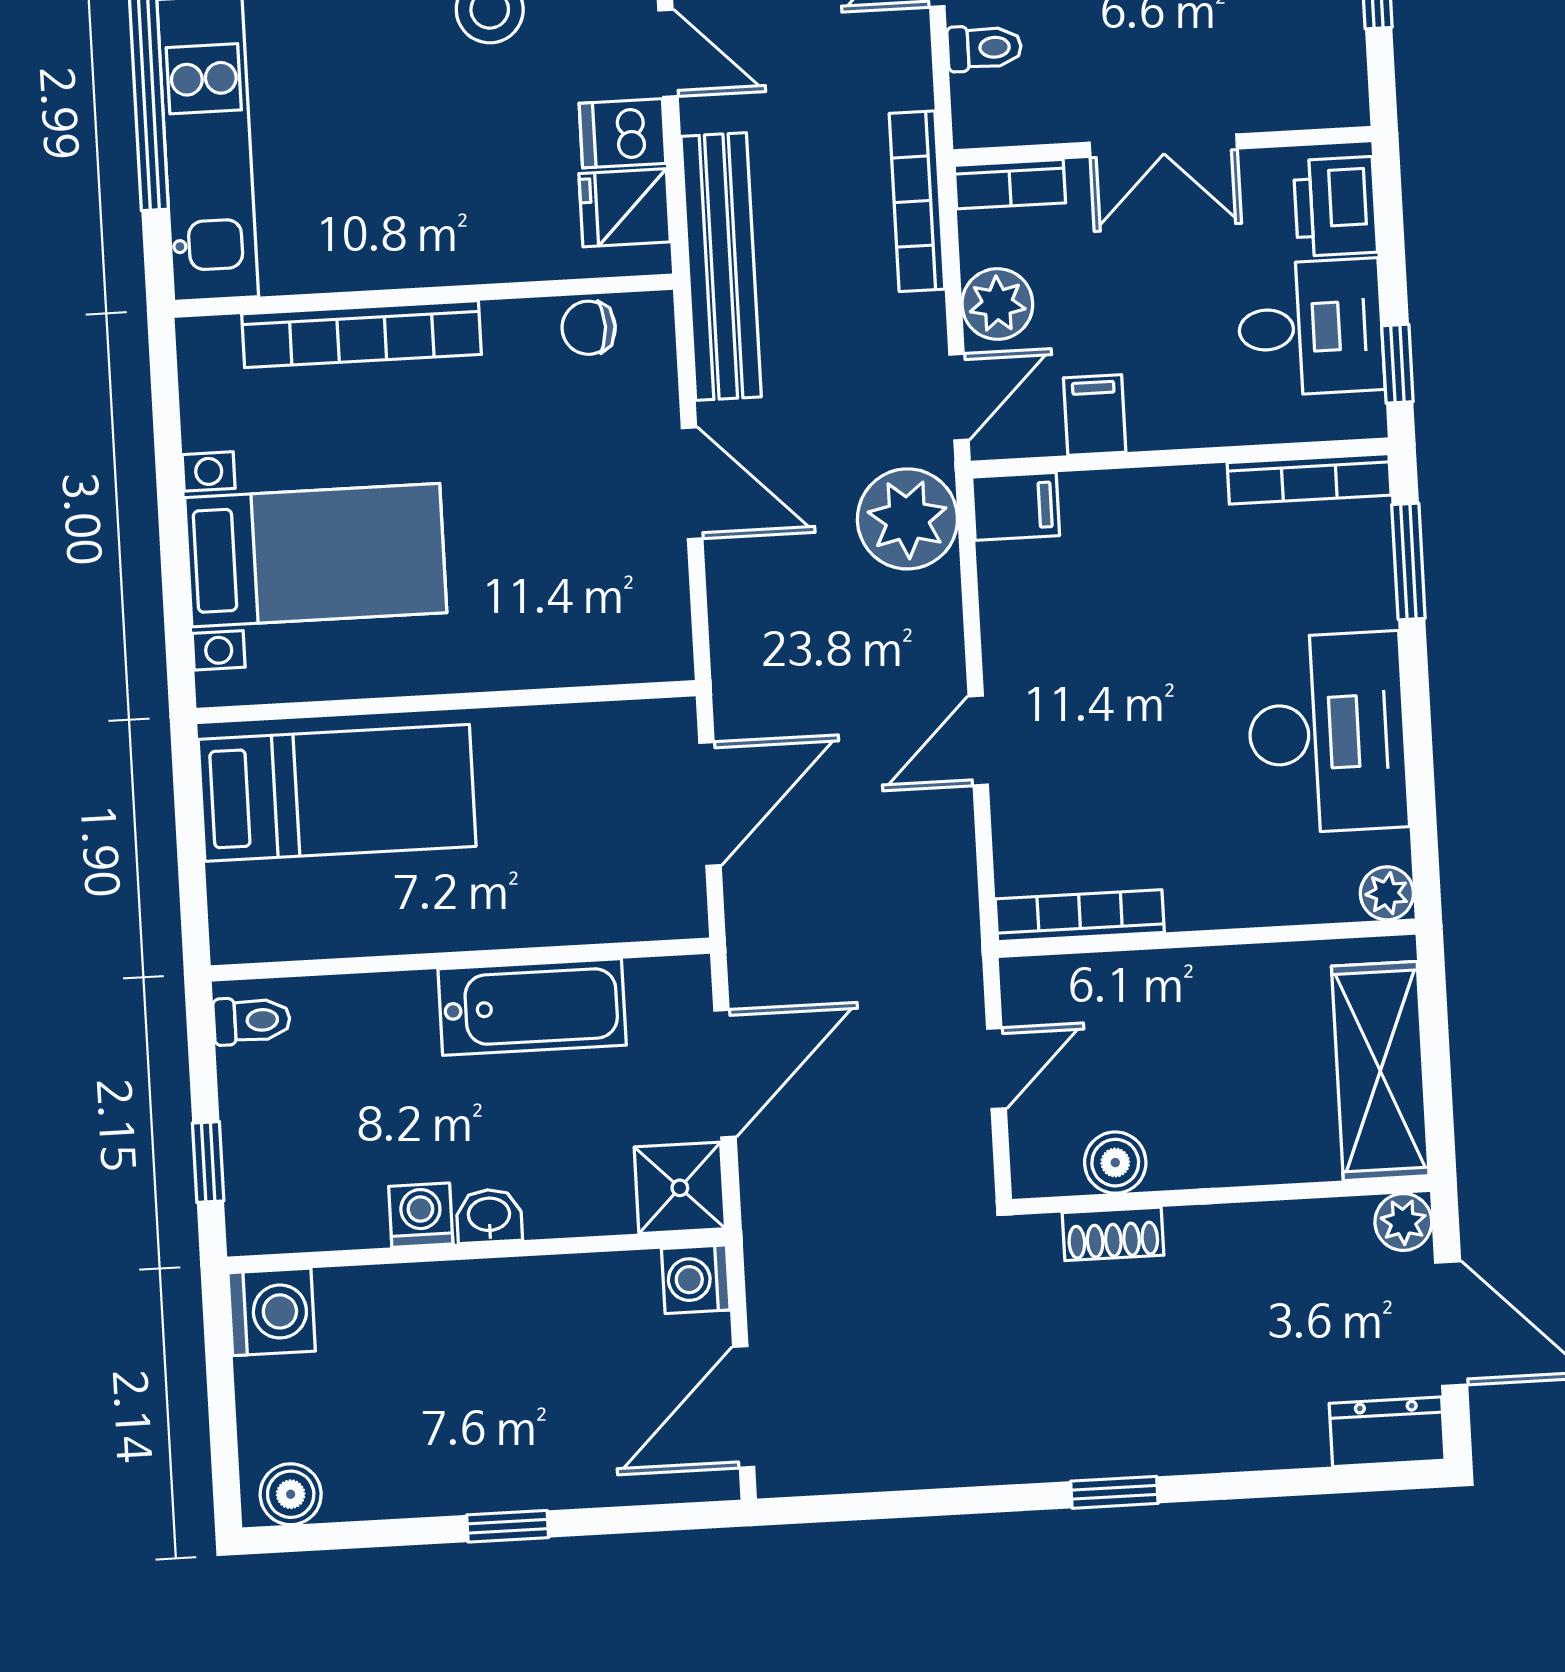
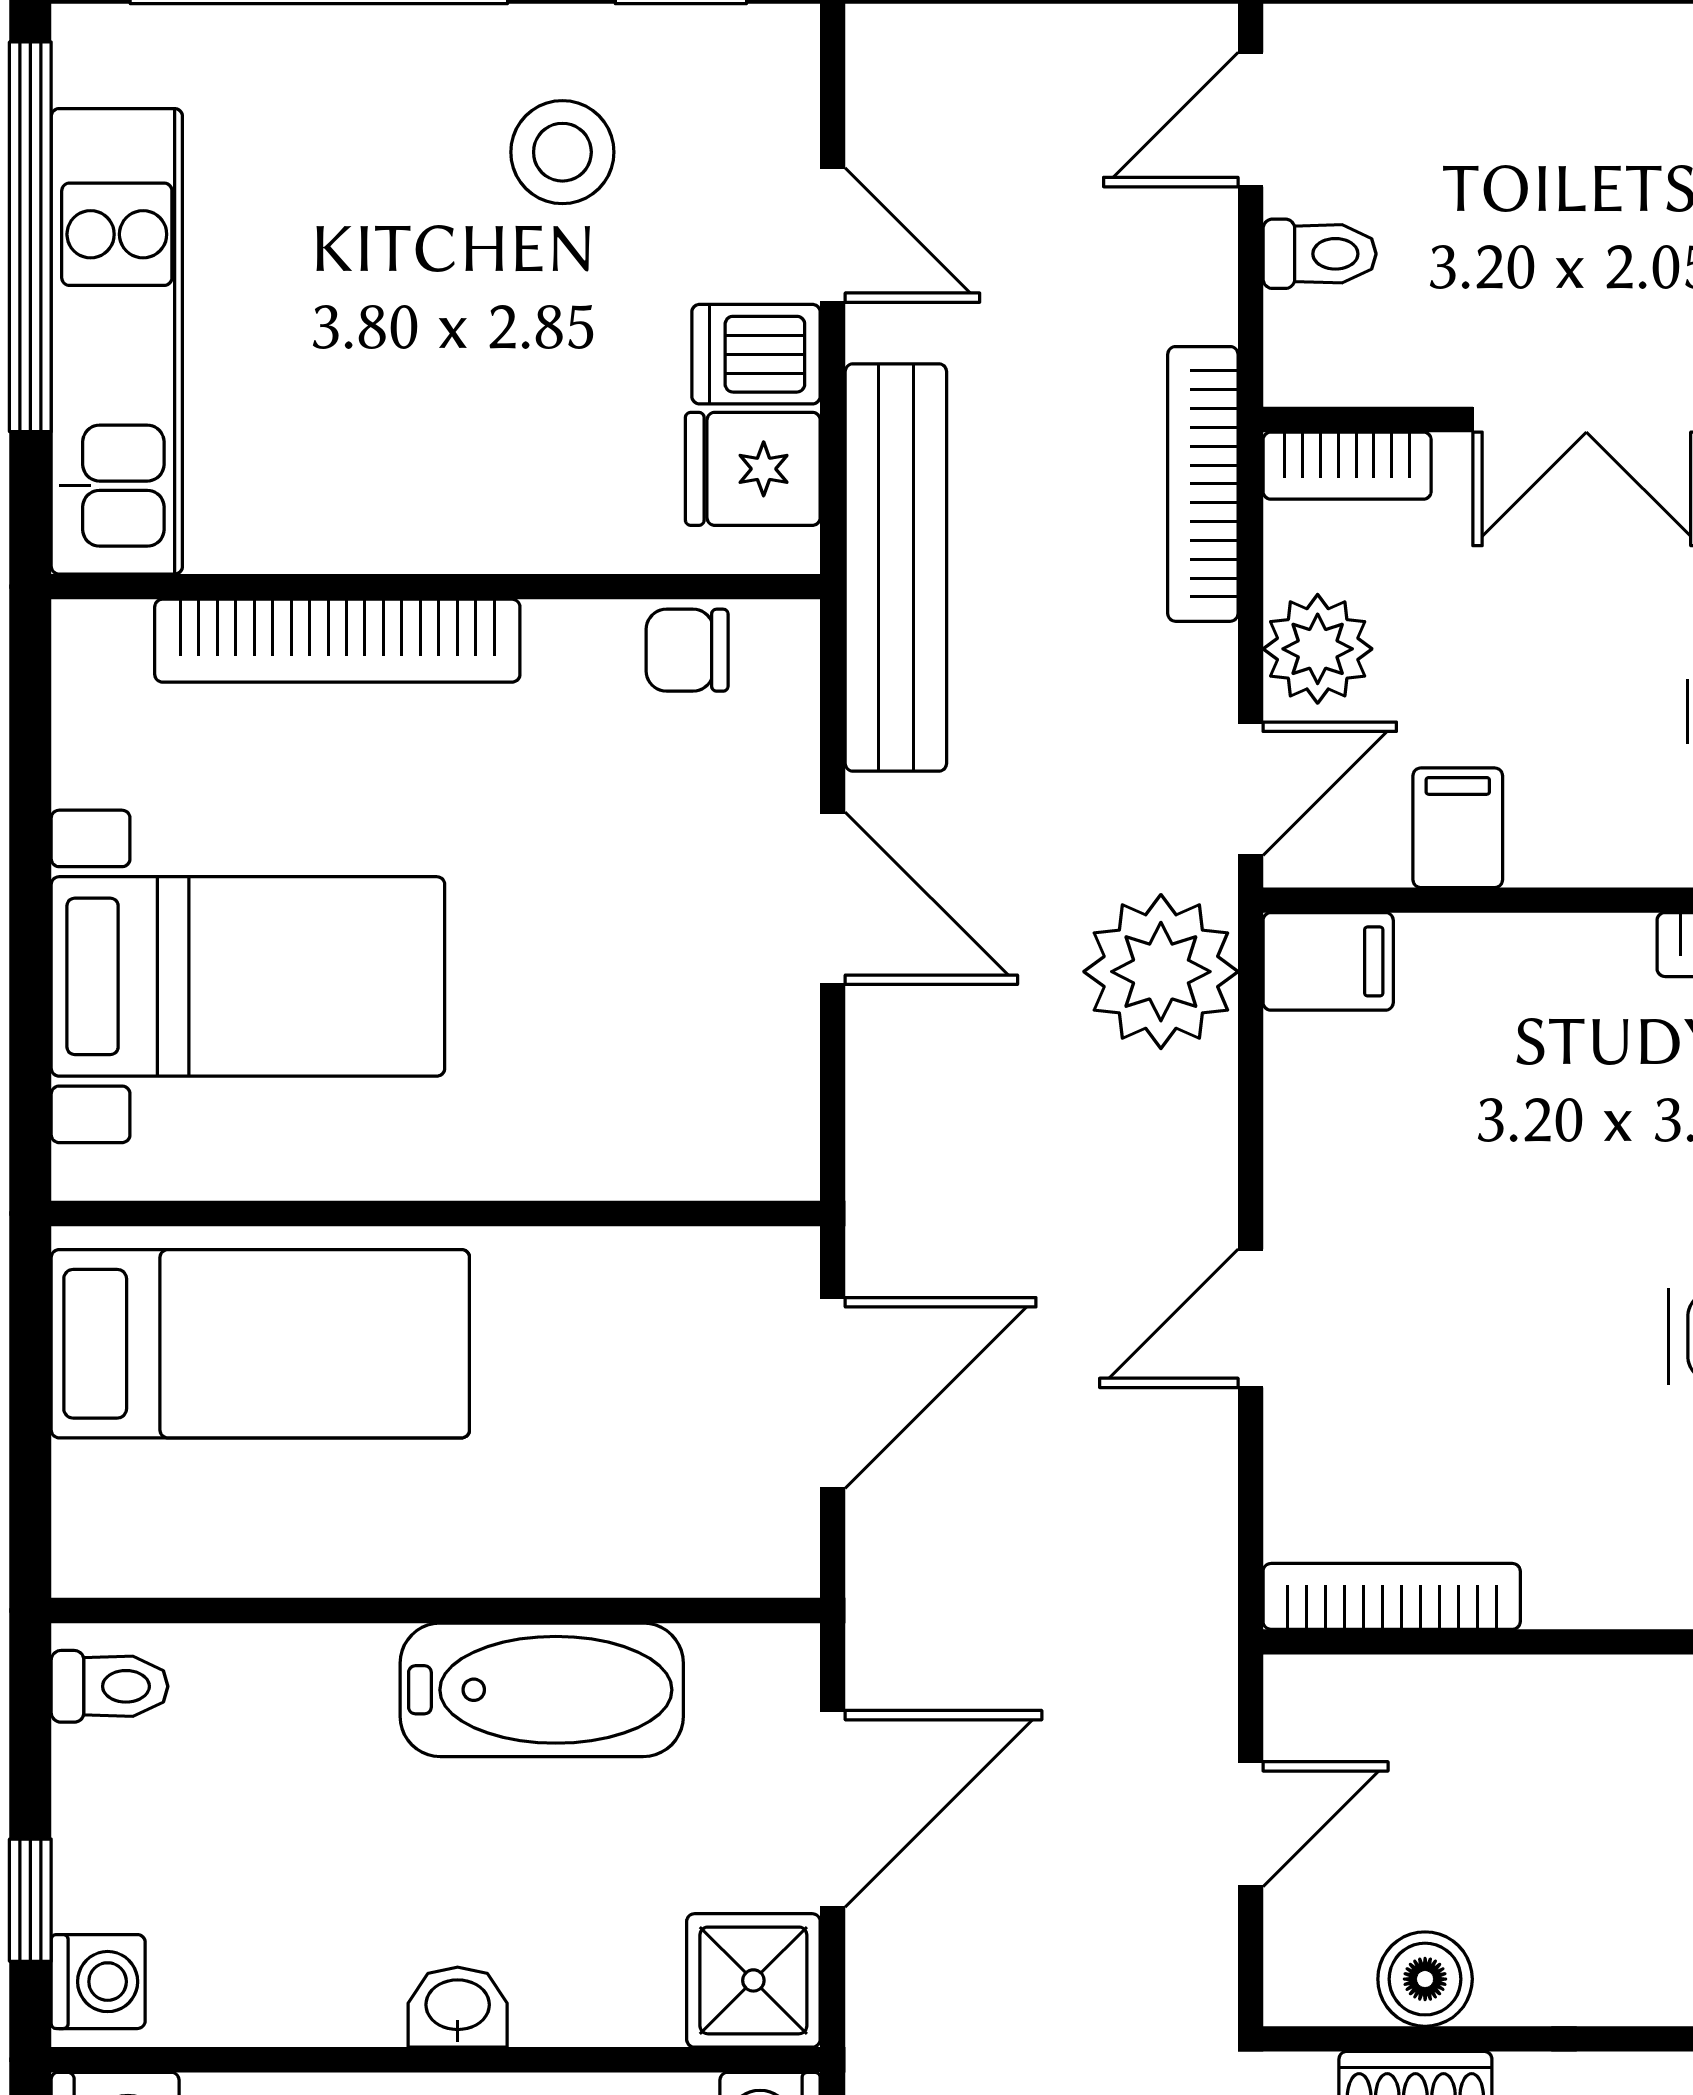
washing machine: (421, 1215) -> (98, 1982), moved, turned 90

